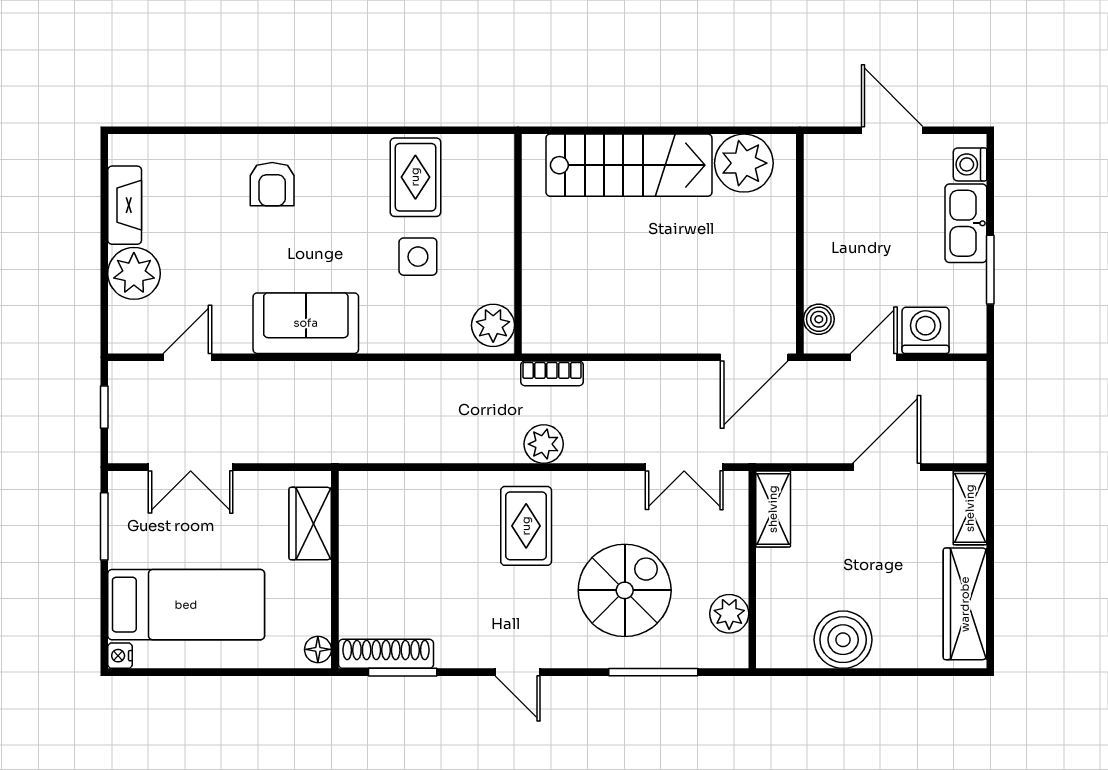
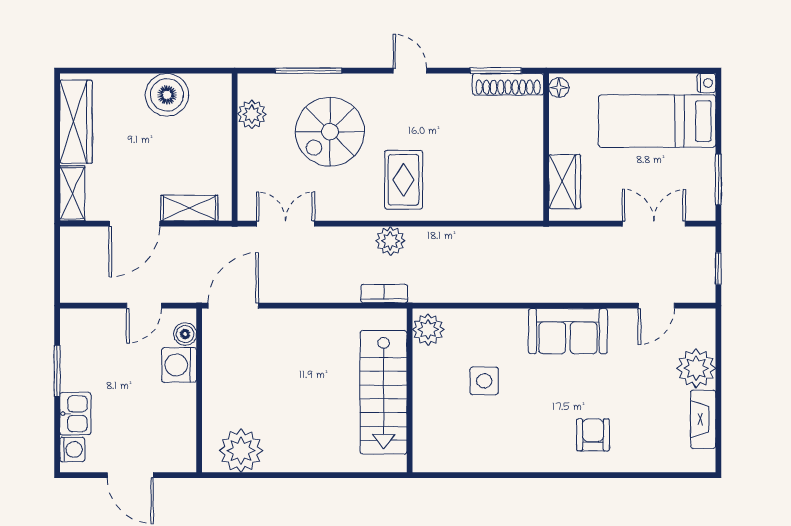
stairs: (629, 165) -> (384, 392), moved, turned -90
rug: (415, 177) -> (486, 440), removed
kitchen sink: (966, 223) -> (75, 414), width x0.73
washing machine: (926, 330) -> (179, 365), moved, turned 90
shelving: (773, 509) -> (189, 208), moved, turned 90

